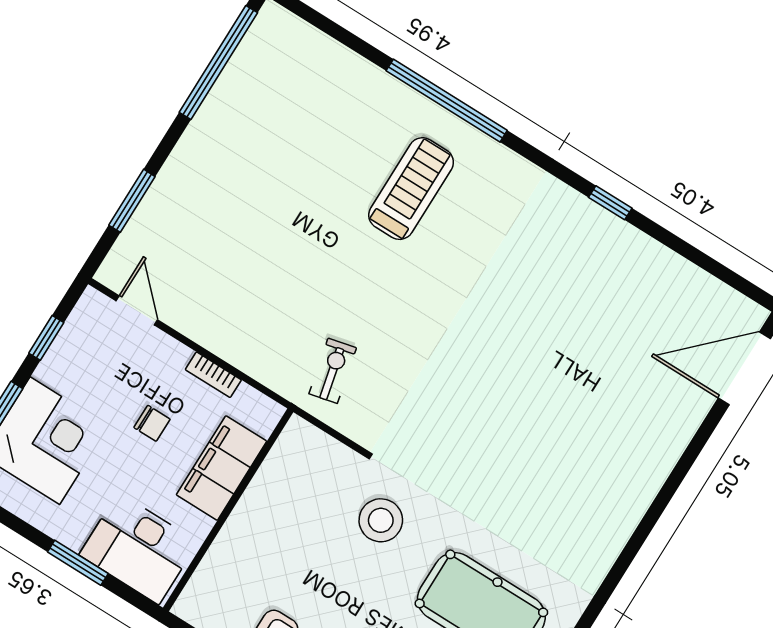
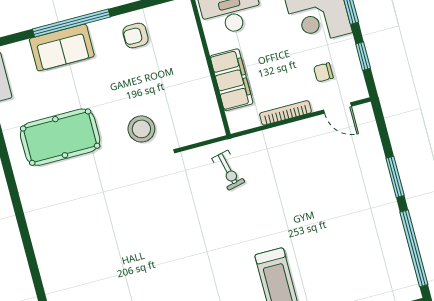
window: (132, 201) -> (395, 177), moved
bookcase: (213, 375) -> (285, 113), width x1.56
chair: (152, 423) -> (323, 72), moved

